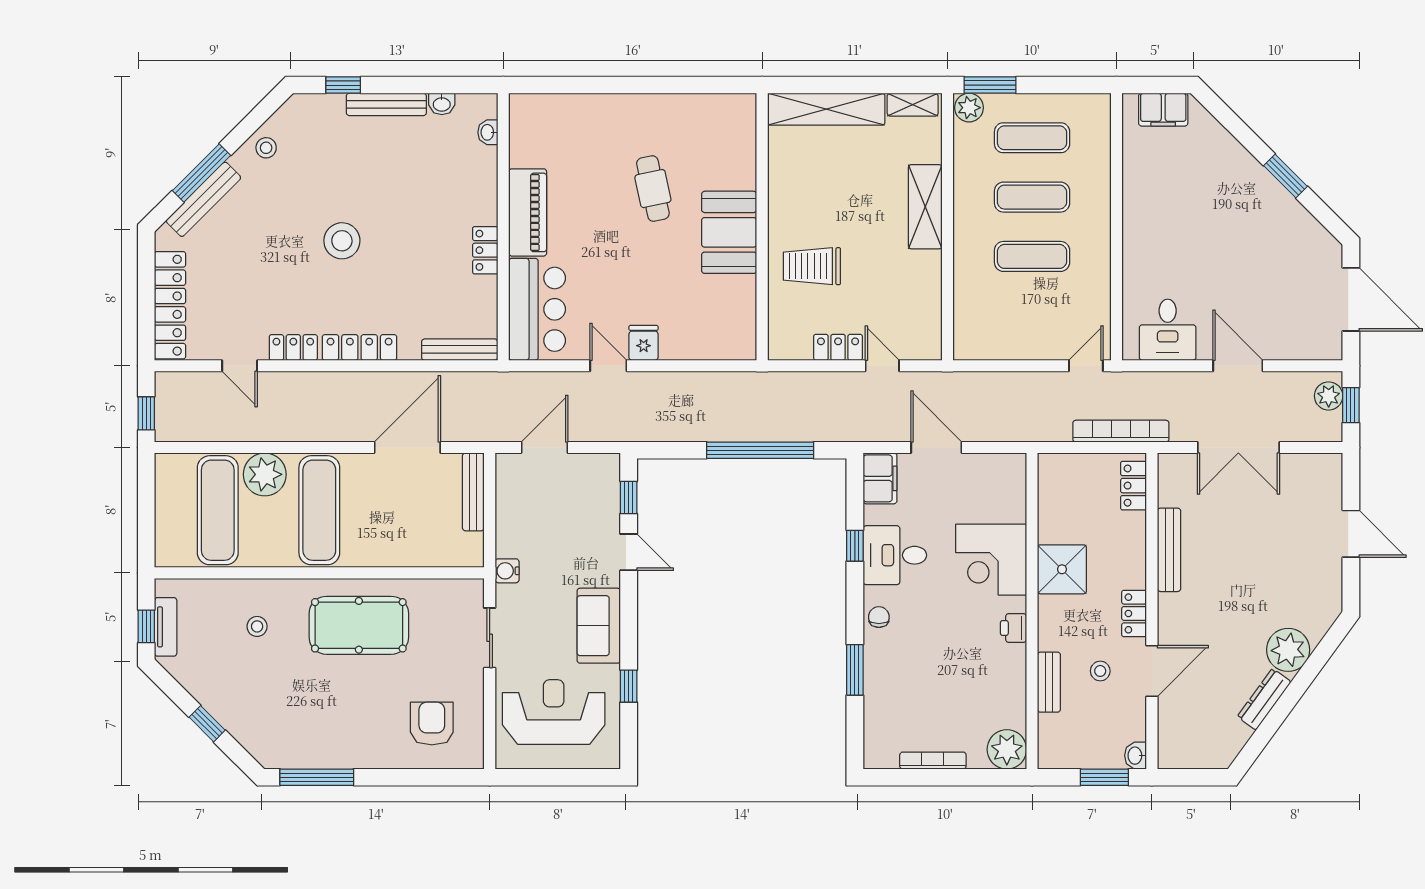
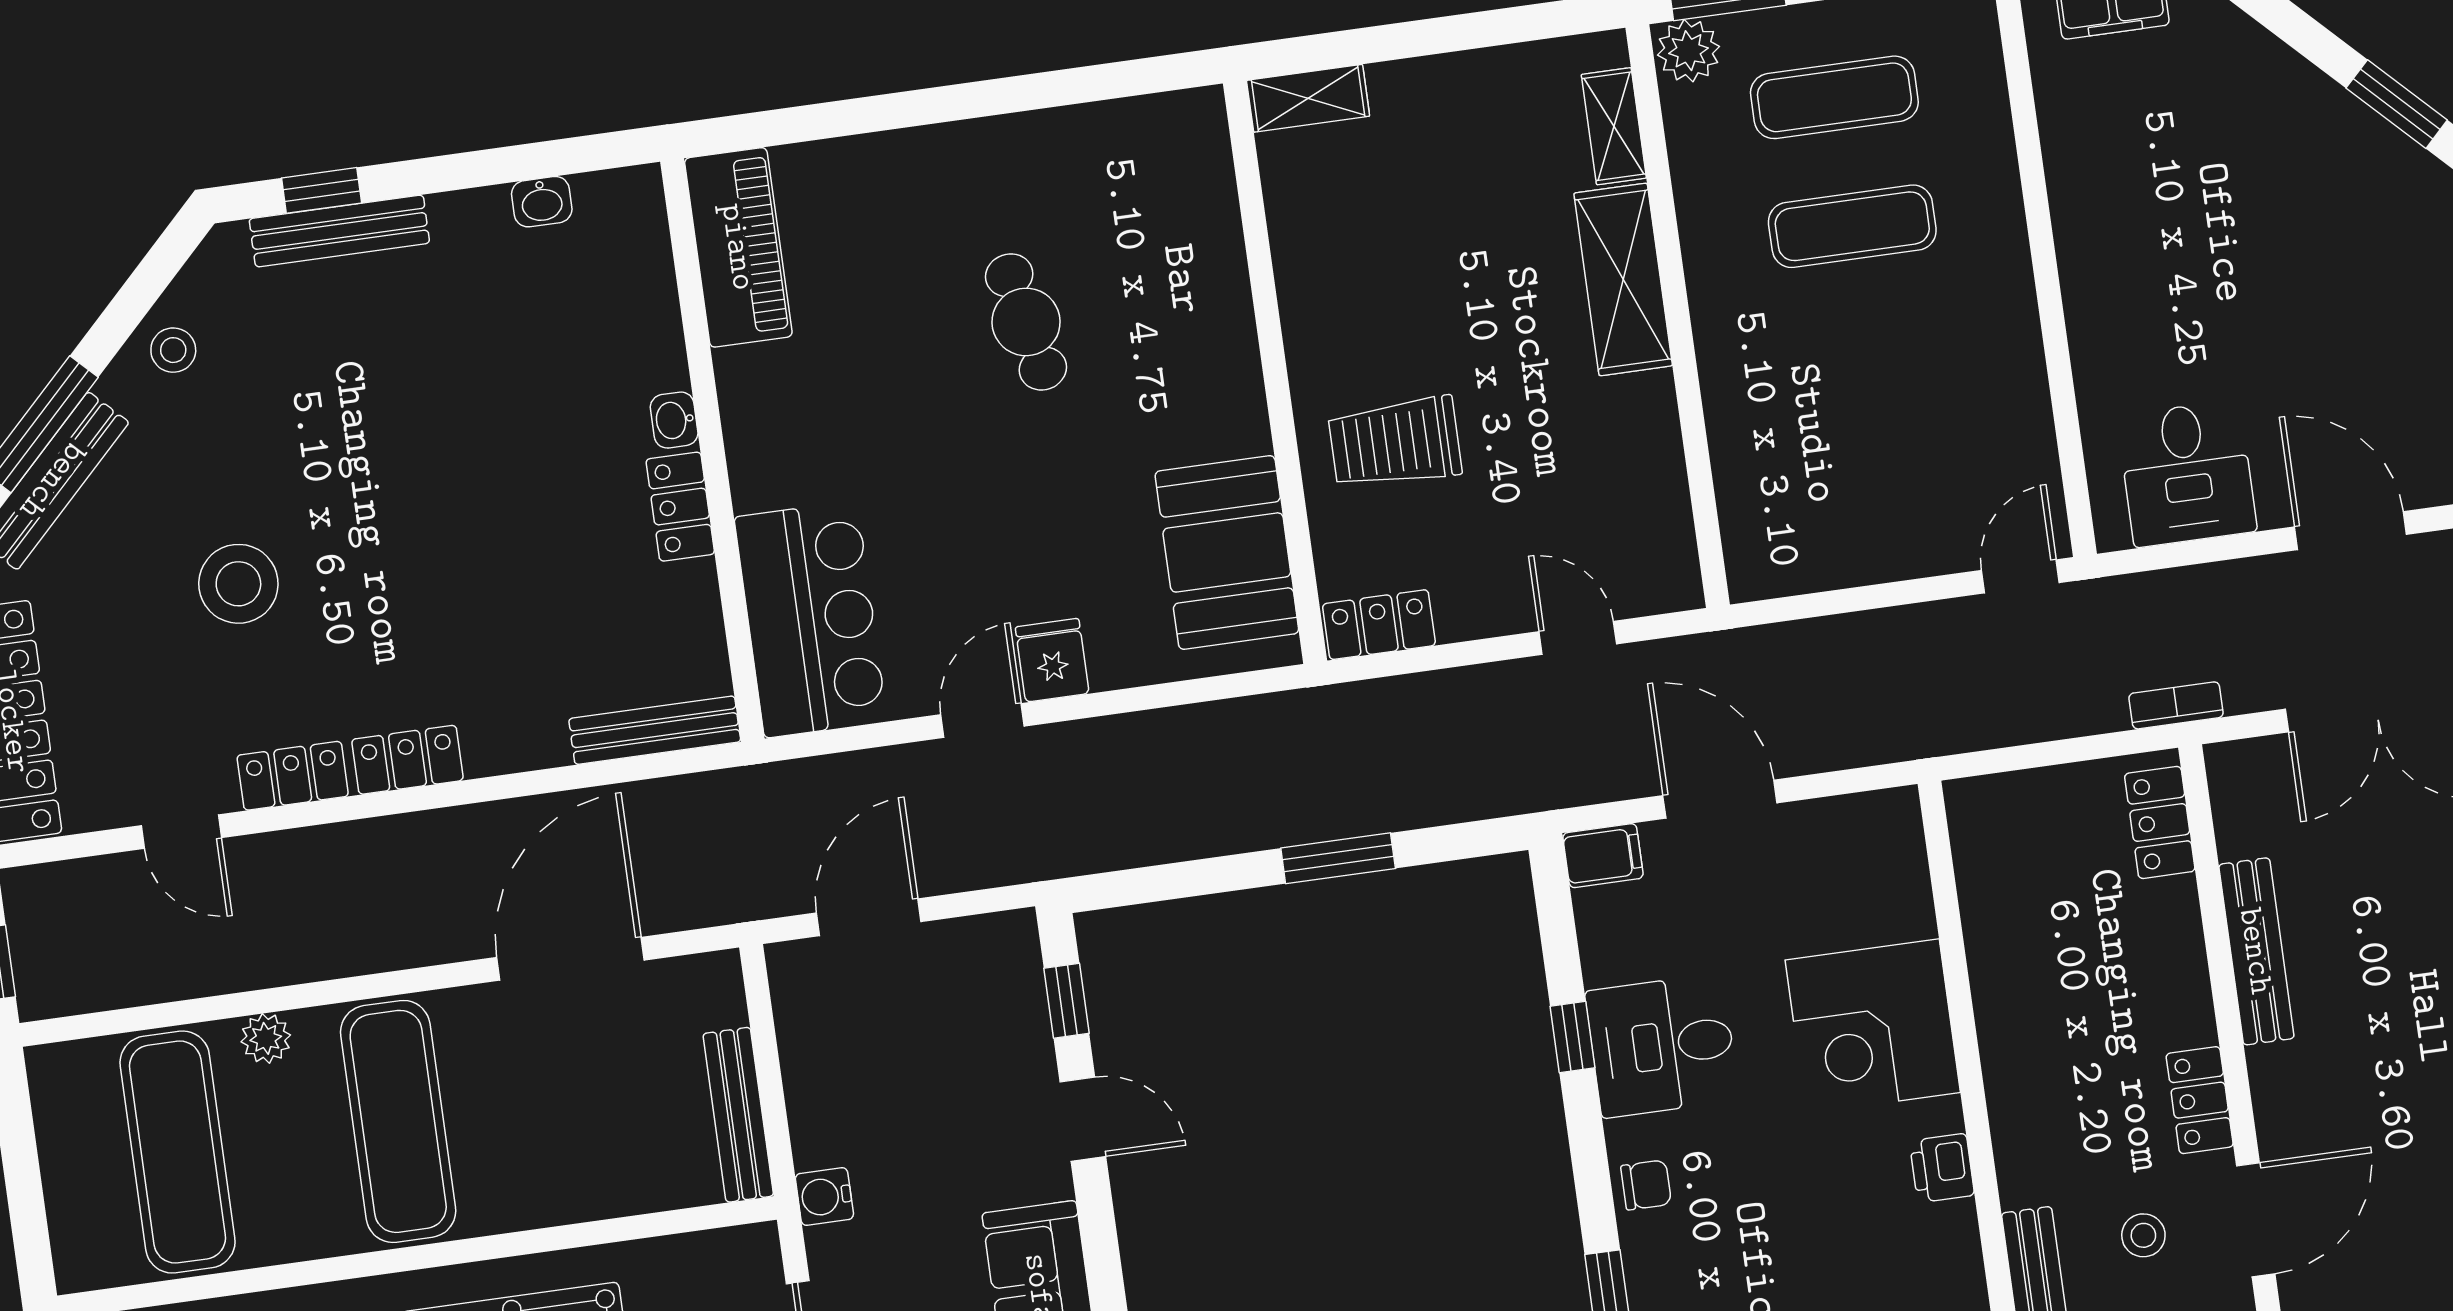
bench: (386, 104) -> (339, 231), moved
shelving: (913, 105) -> (1614, 126), moved, turned 90
shelving: (826, 109) -> (1308, 98), width x0.45, depth x0.75
washbasin: (488, 132) -> (674, 420), moved
piano: (528, 212) -> (738, 247), moved
booth: (729, 232) -> (1227, 552), moved
stool: (342, 241) -> (238, 584), moved
exercise mat: (1032, 256) -> (1870, 355), removed
locker: (360, 347) -> (407, 760), width x0.66
locker: (838, 347) -> (1379, 625), moved
door: (608, 366) -> (983, 720), hinge flipped
bookcase: (1121, 431) -> (2176, 705), width x0.43, depth x0.76
window: (760, 450) -> (1338, 858), width x0.47
plant: (265, 474) -> (266, 1038), width x0.53, depth x0.53
filing cabinet: (880, 478) -> (1603, 856), width x0.50
bench: (473, 492) -> (738, 1115), moved
shower: (1062, 569) -> (2030, 1026), removed
chair: (879, 617) -> (1646, 1185), turned 90

